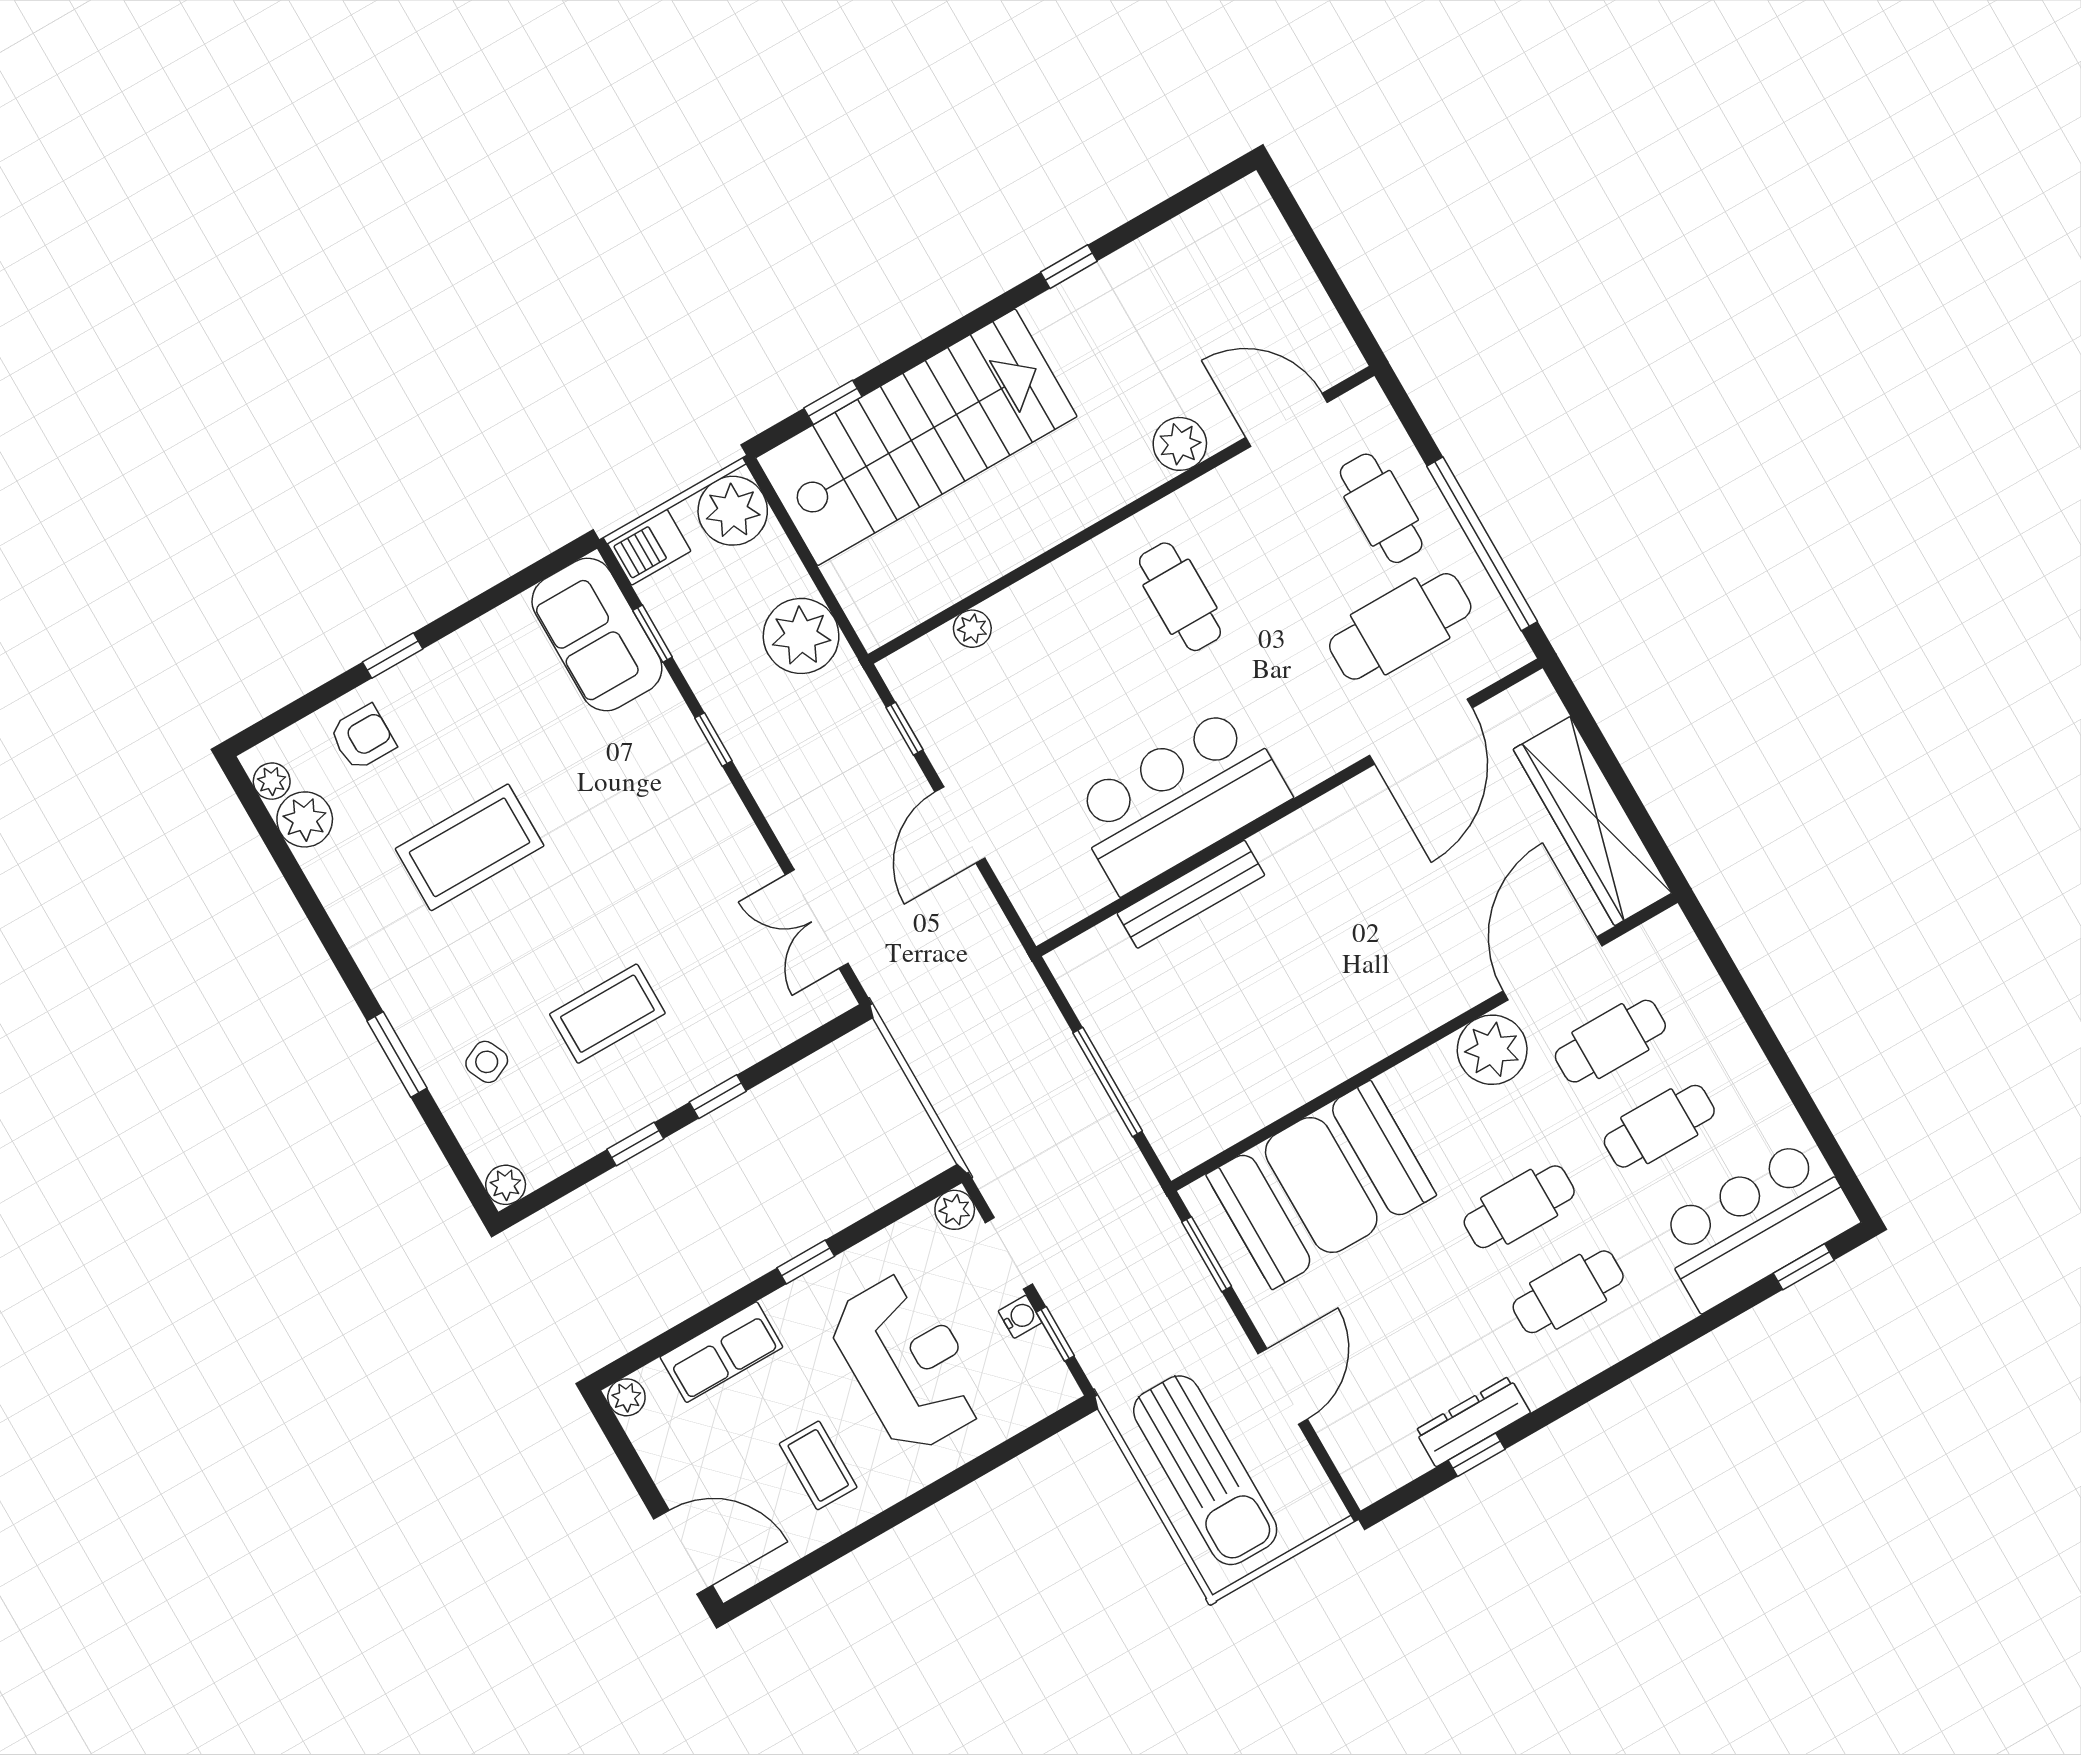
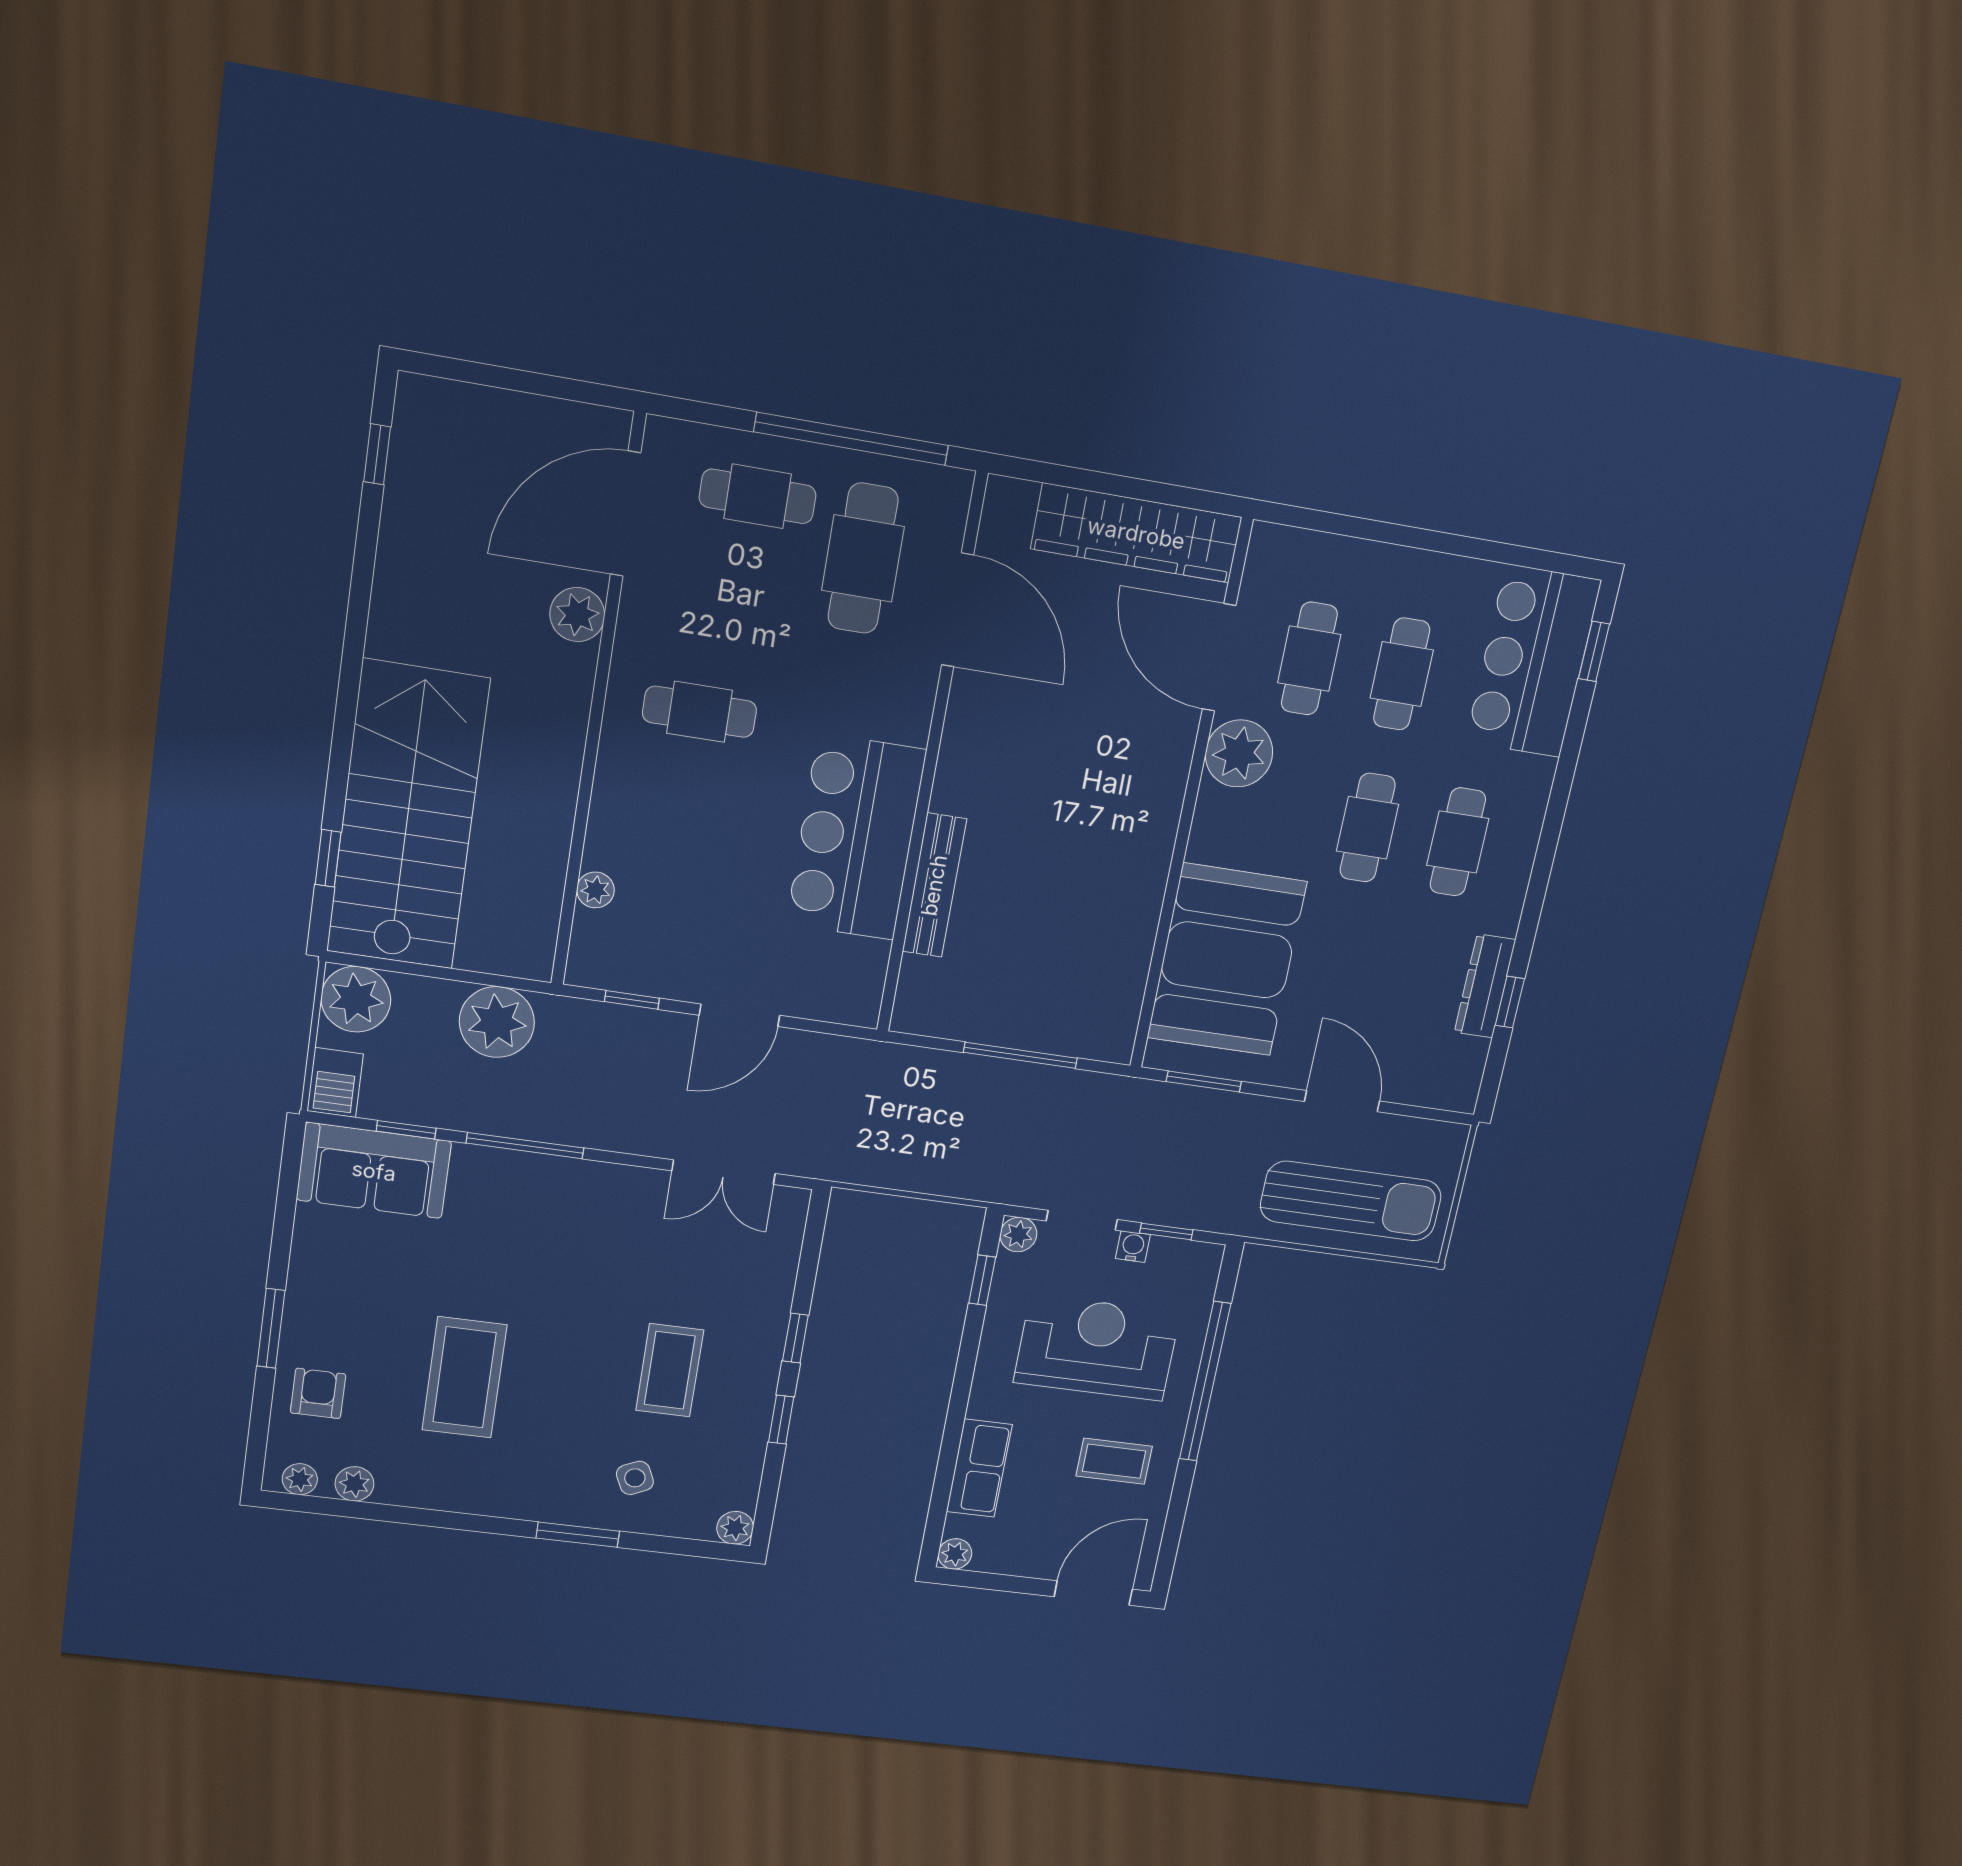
window: (1069, 267) -> (377, 454), moved
door: (1287, 420) -> (626, 514), width x1.36
window: (393, 655) -> (271, 1328), width x1.50
window: (713, 739) -> (525, 1146), width x2.17
plant: (305, 819) -> (354, 1484), width x0.73, depth x0.73
door: (960, 825) -> (739, 1015), hinge flipped
window: (806, 1262) -> (982, 1280), moved
window: (951, 1483) -> (1205, 1382), added

